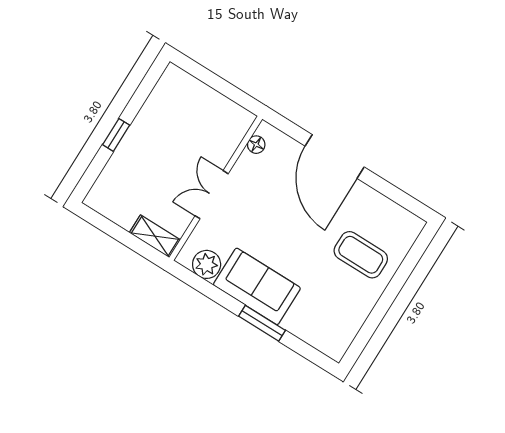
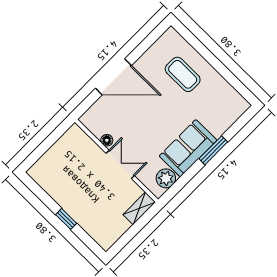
floor lamp: (256, 145) -> (107, 140), moved
double door: (212, 195) -> (120, 164), swing flipped
coffee table: (361, 255) -> (183, 74), turned 90

